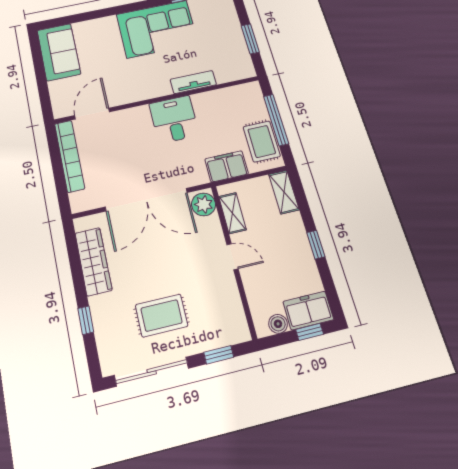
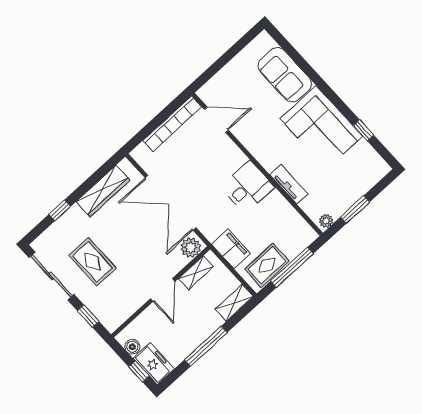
sofa: (59, 52) -> (285, 75), moved, turned 90
plant: (247, 68) -> (326, 221), added
window: (316, 245) -> (206, 346), width x2.17
door: (233, 257) -> (163, 290), width x1.38

